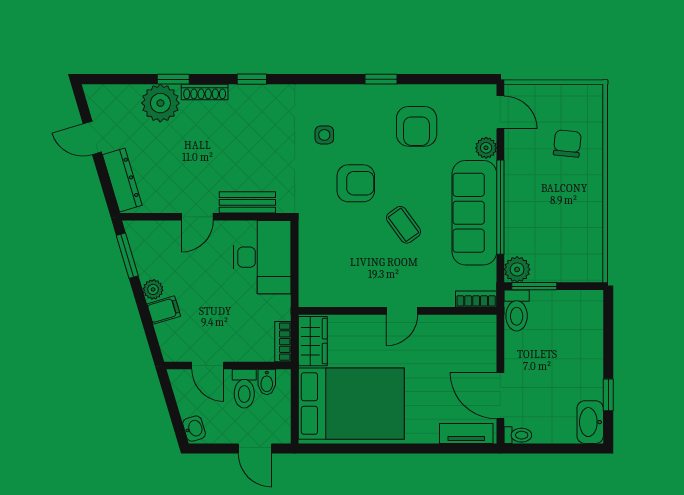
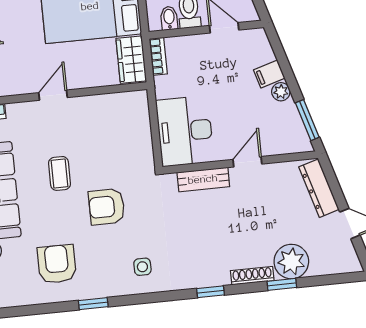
side table: (324, 135) -> (142, 267), moved
coffee table: (404, 225) -> (59, 173), turned 36

